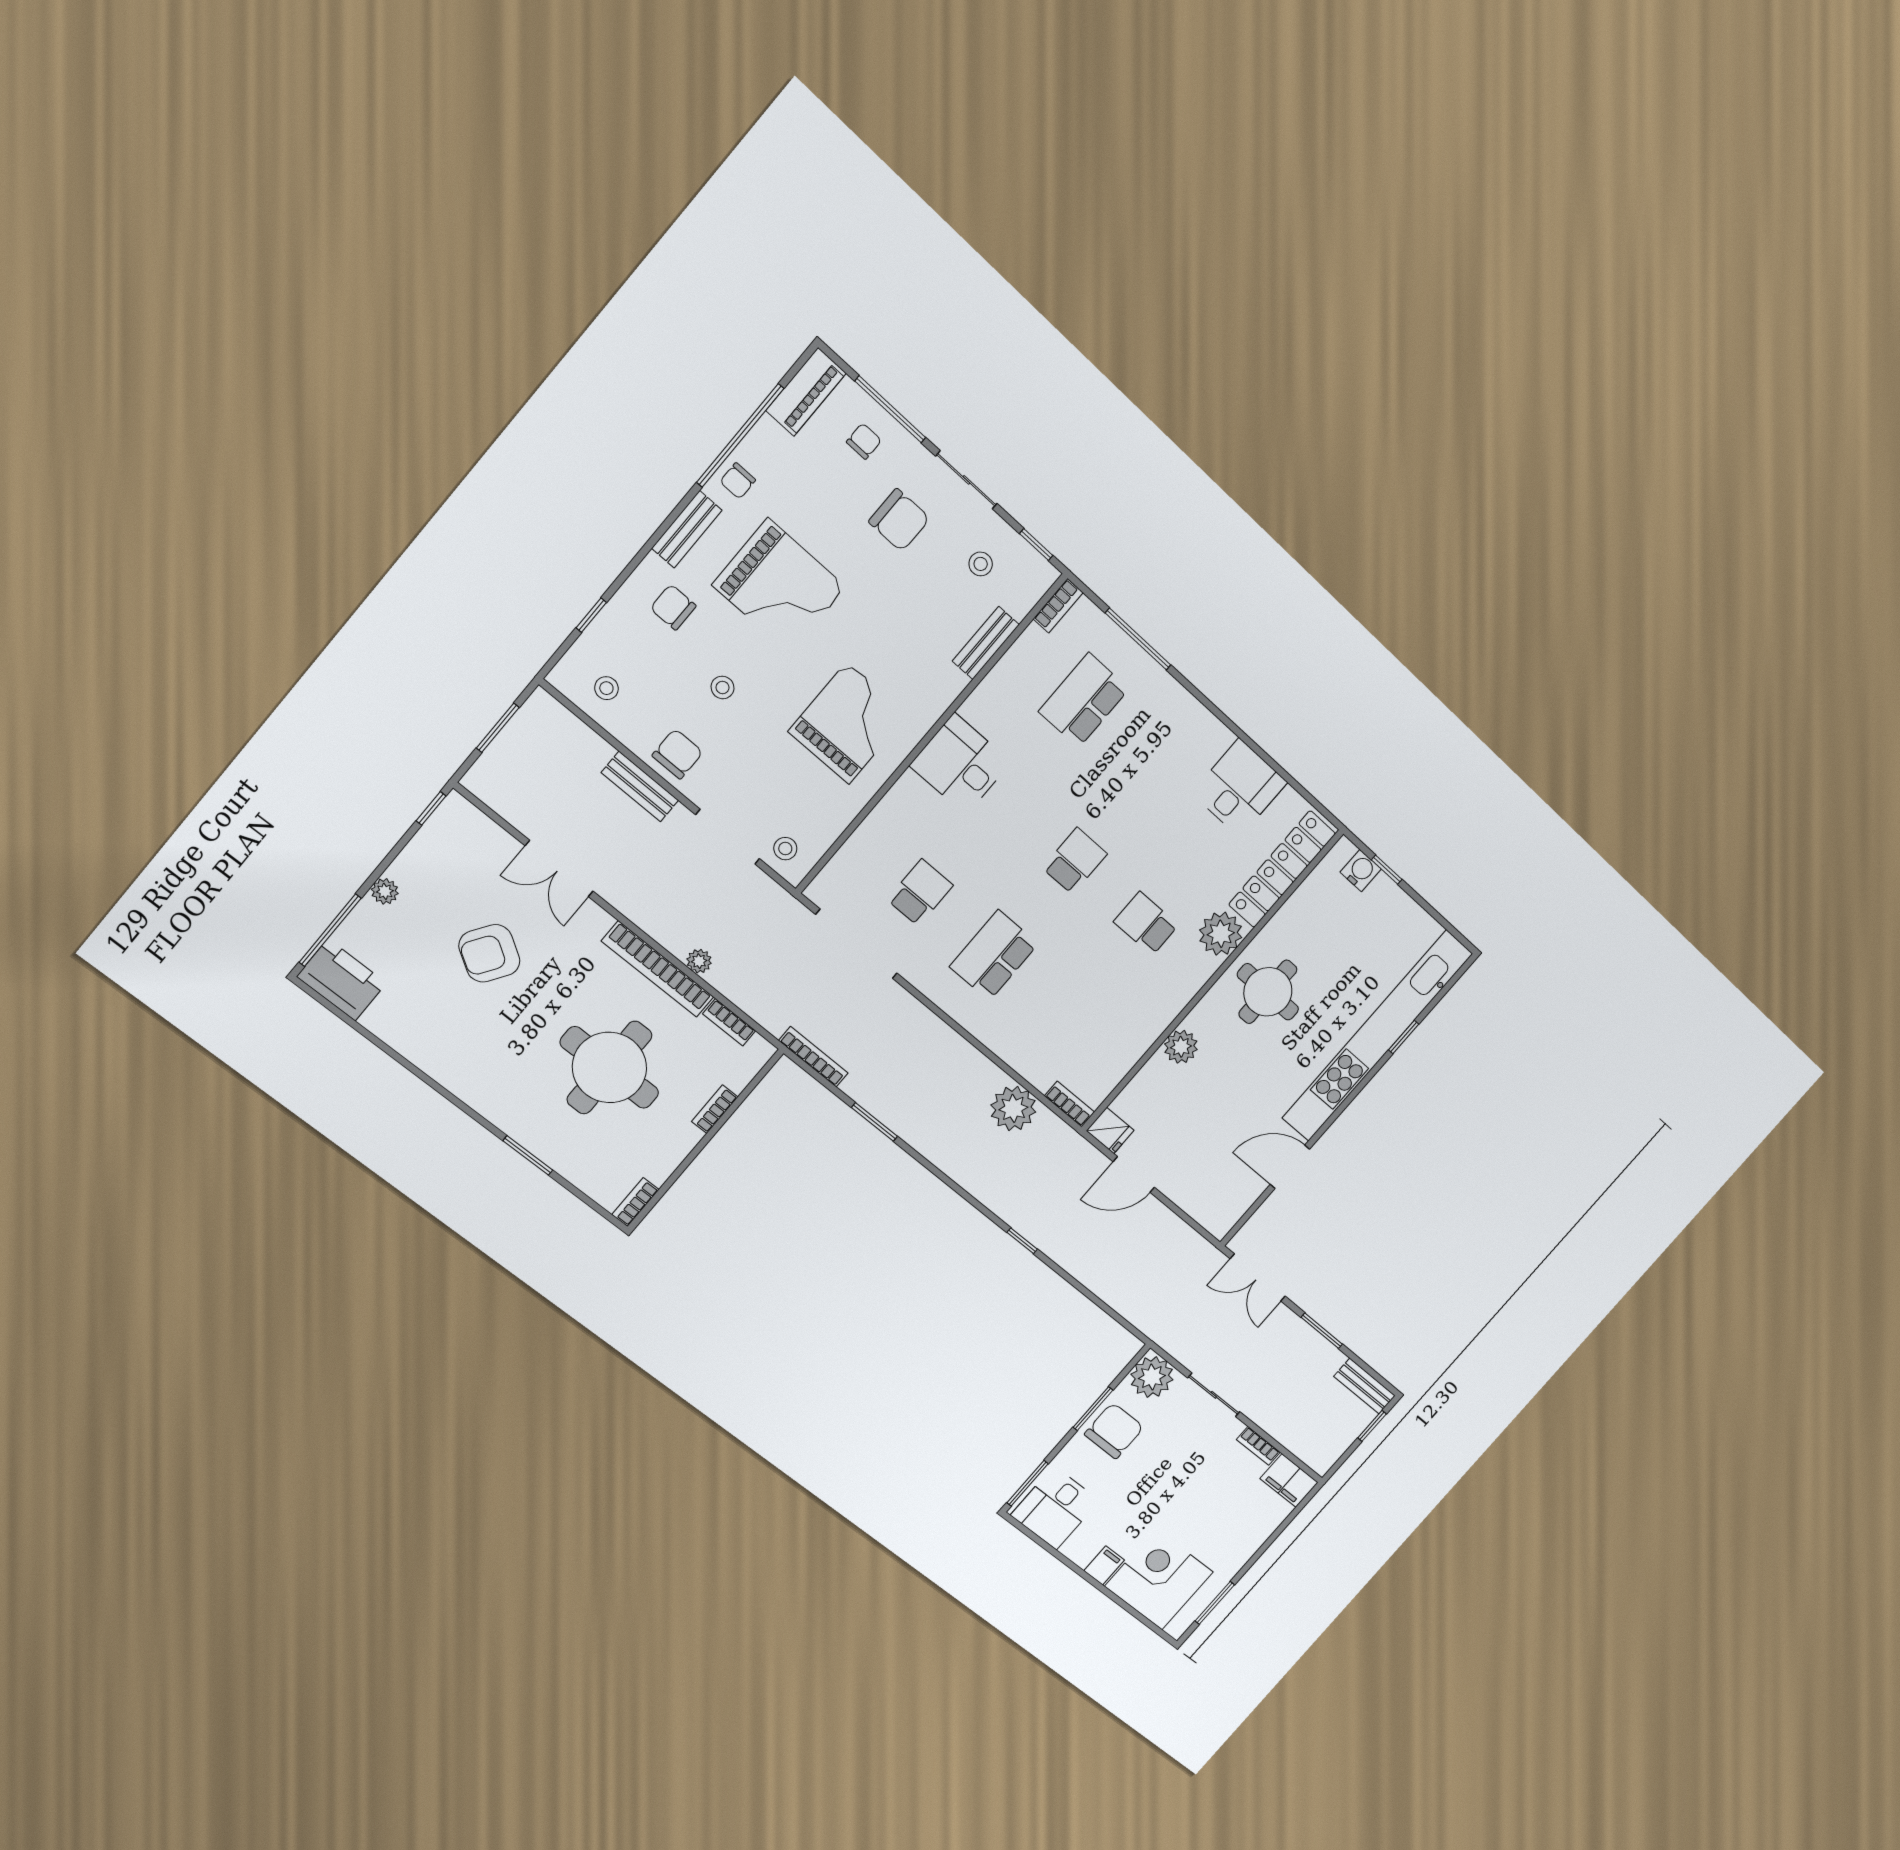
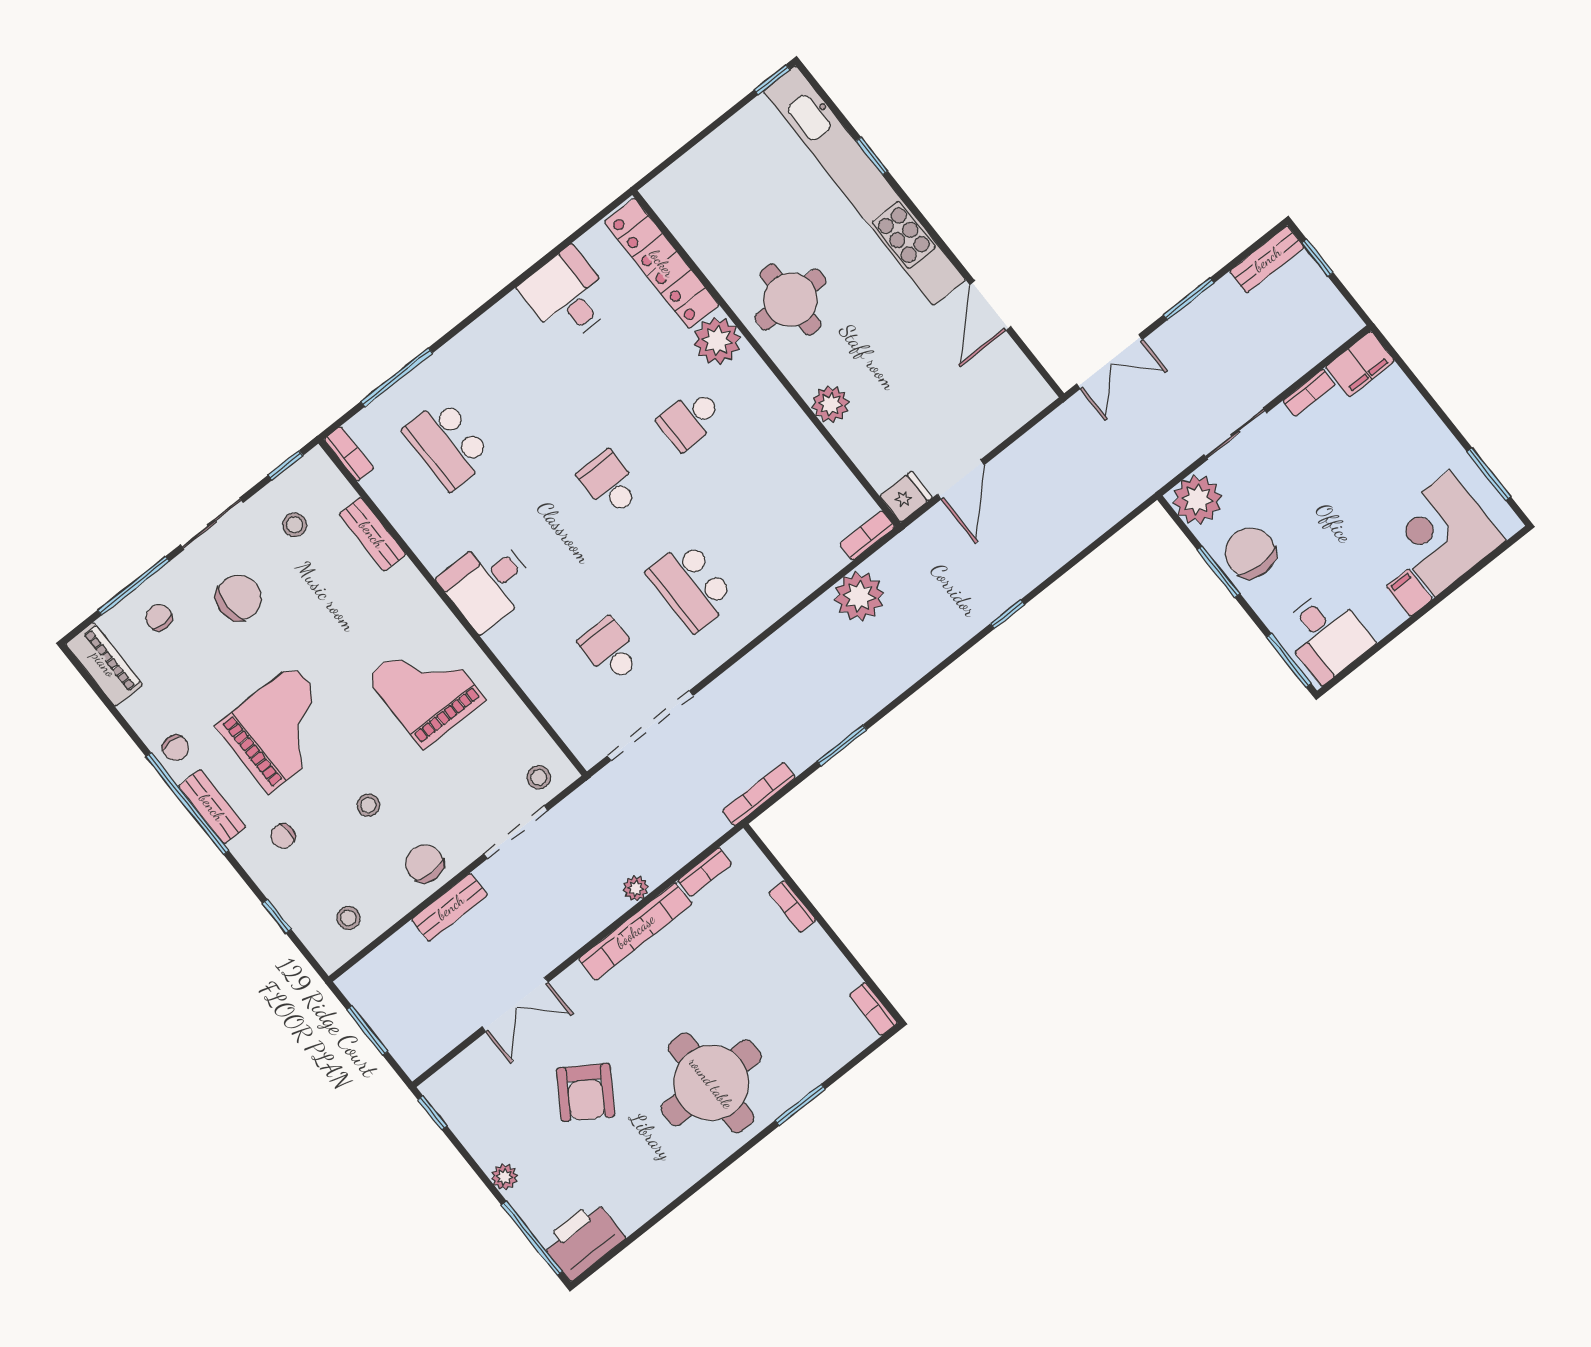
window: (740, 435) -> (187, 804), moved
chair: (673, 607) -> (283, 836), width x0.73, depth x0.73
window: (1387, 870) -> (772, 80), moved
water cooler: (1361, 871) -> (680, 178), removed
round table: (609, 1068) -> (711, 1083), moved

